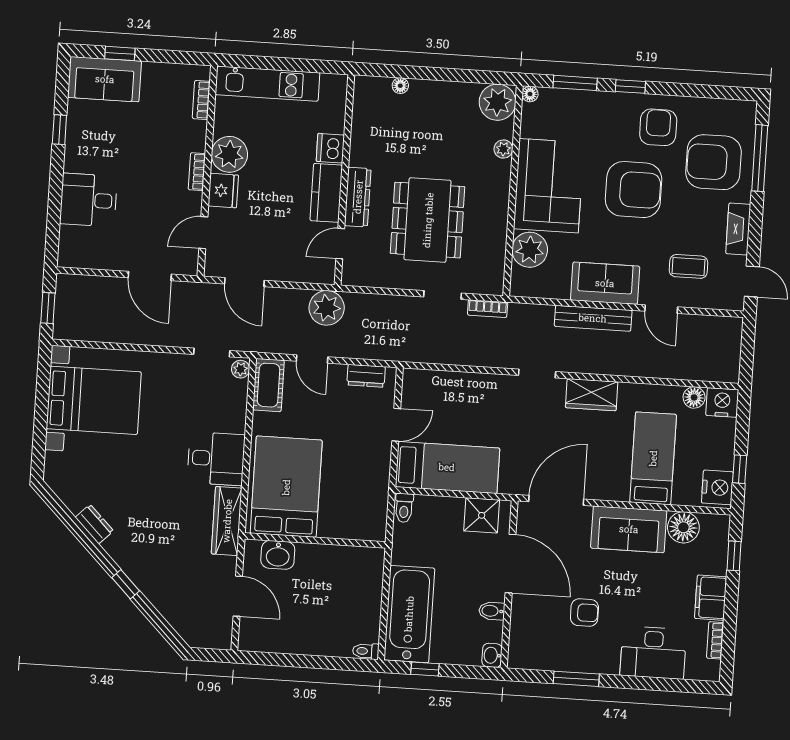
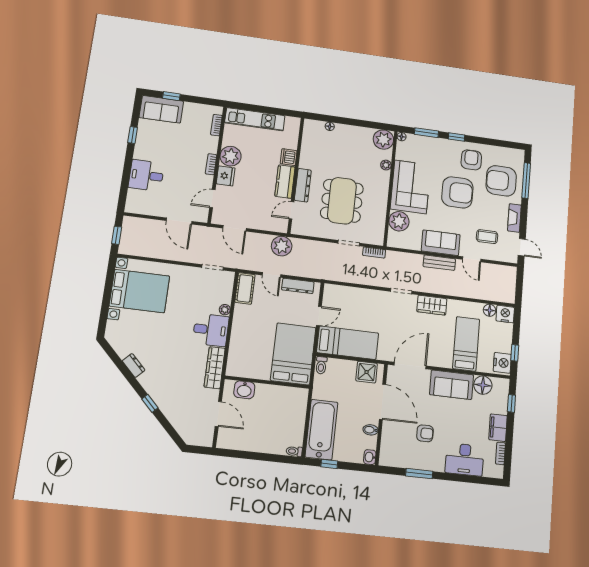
bench: (593, 318) -> (439, 263), width x0.73
plant: (241, 369) -> (225, 310), moved
dresser: (366, 376) -> (298, 286), width x1.44
bed: (286, 487) -> (293, 354), moved

